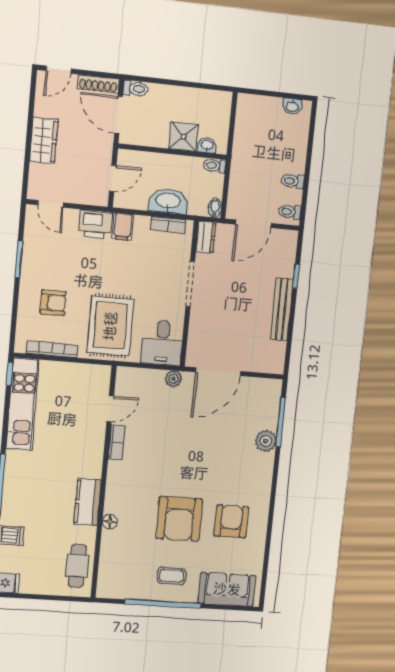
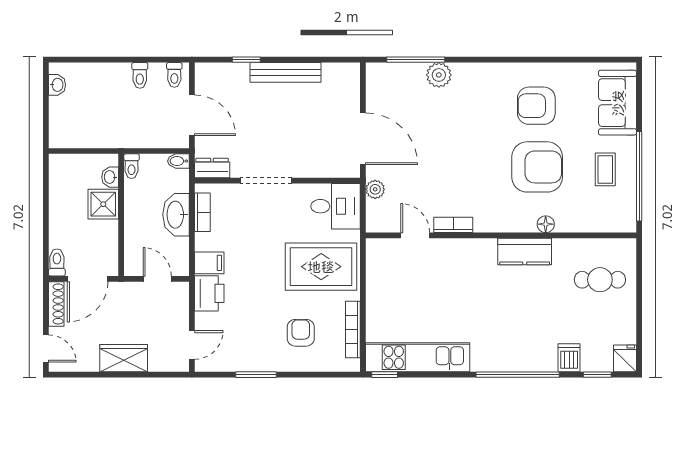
door: (110, 409) -> (415, 235), moved
bookcase: (116, 442) -> (453, 225), moved
wall: (103, 483) -> (501, 235), moved
kitchen counter: (88, 502) -> (525, 252), moved
floor lamp: (110, 522) -> (546, 224), moved

